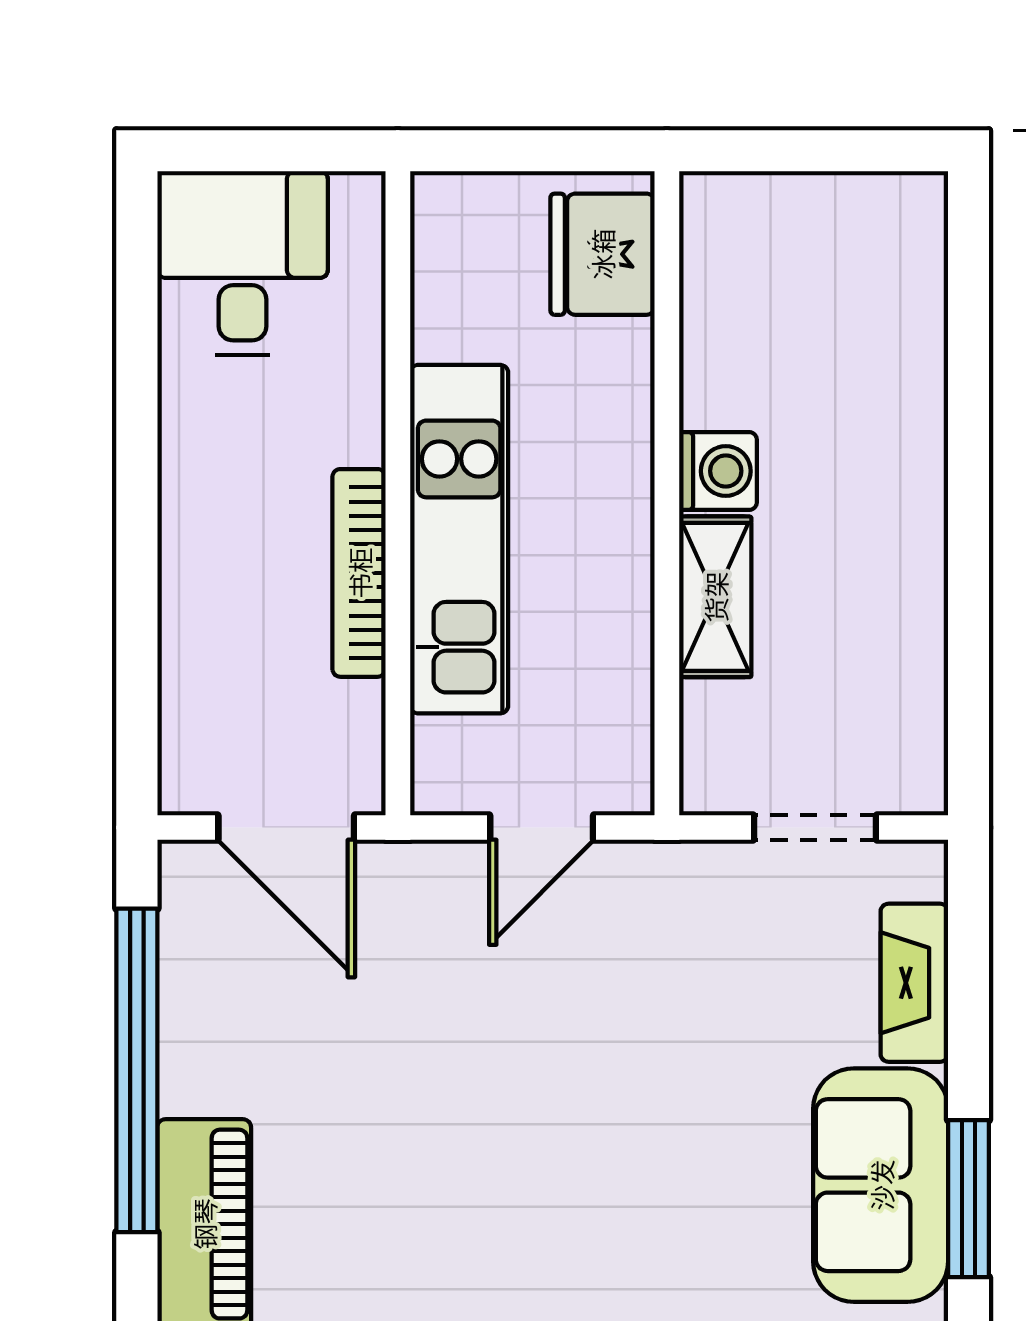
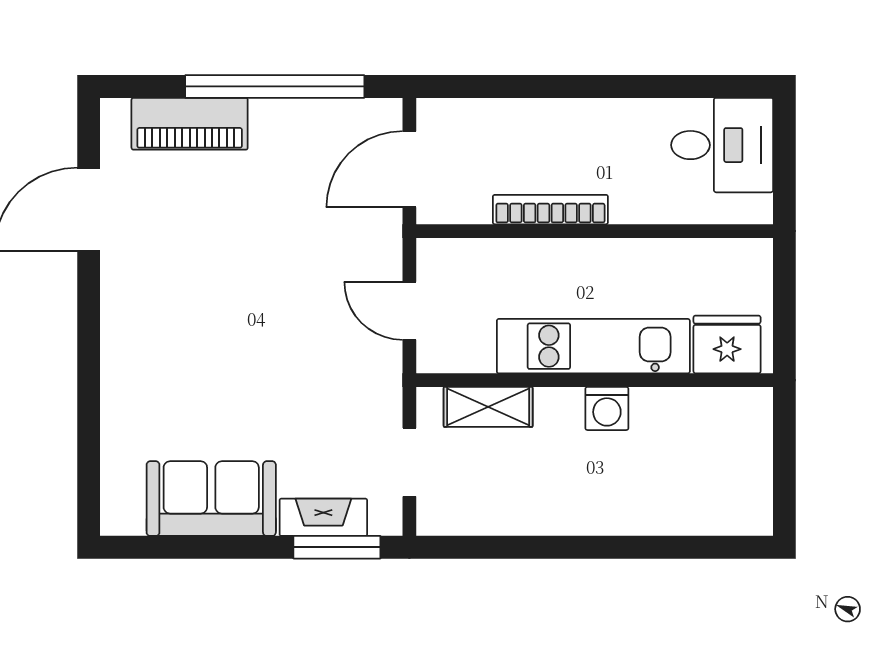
kitchen unit: (459, 539) -> (593, 346), moved, turned 180
shelving: (715, 597) -> (488, 407), moved
window: (969, 1199) -> (337, 547), moved

